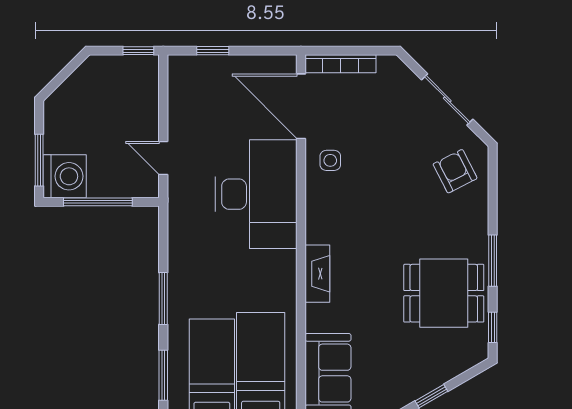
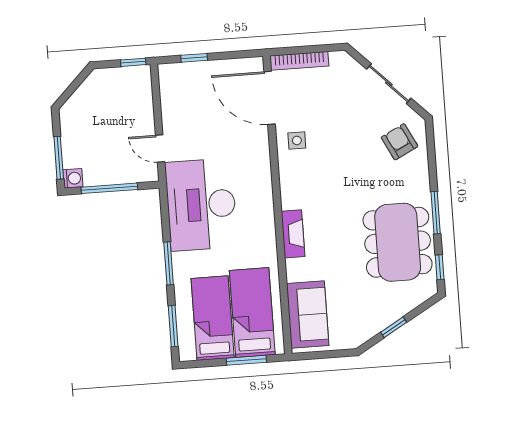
washing machine: (65, 176) -> (73, 178), width x0.53, depth x0.53
desk: (256, 194) -> (201, 205), moved, turned 180
dining table: (444, 293) -> (398, 242), width x1.38

